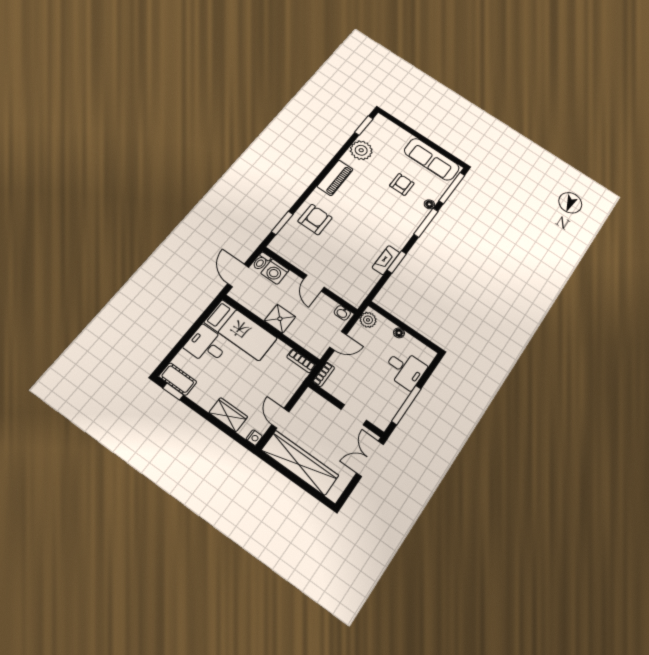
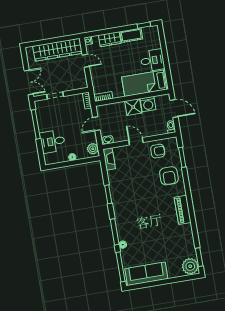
plant: (361, 150) -> (190, 266), moved
armchair: (402, 184) -> (158, 151), moved, turned -90
fireplace: (386, 260) -> (109, 159), moved
washing machine: (275, 272) -> (148, 104), moved, turned 180
cot: (178, 379) -> (131, 35), moved

